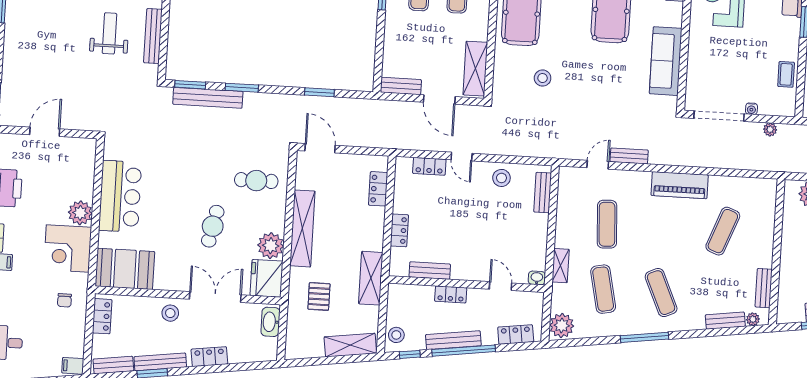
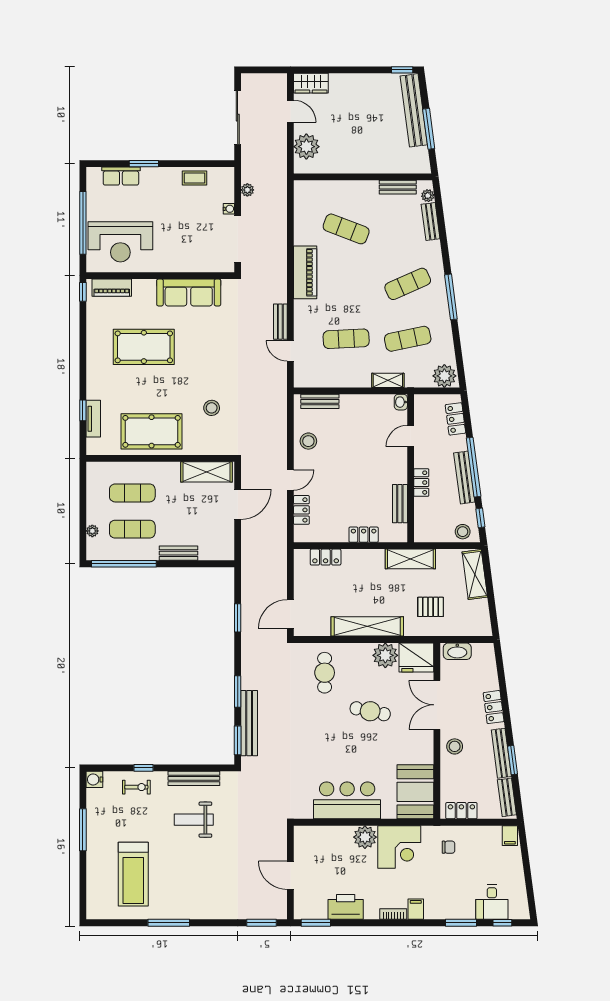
bench: (401, 86) -> (178, 553), moved, turned 90

